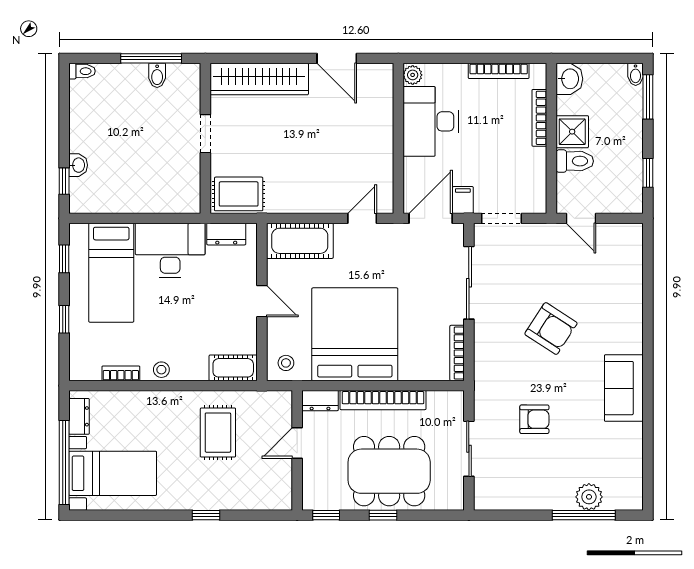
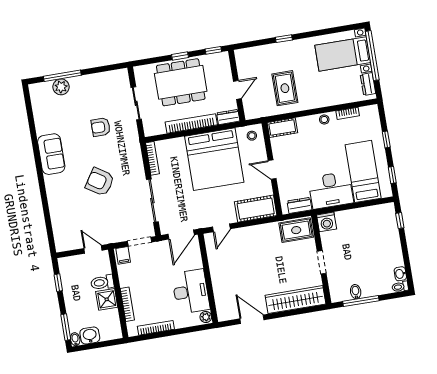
washbasin: (569, 79) -> (90, 336), moved, turned 90
washbasin: (78, 165) -> (400, 274), moved
washing machine: (186, 199) -> (327, 222), added
filing cabinet: (463, 200) -> (123, 255), moved

